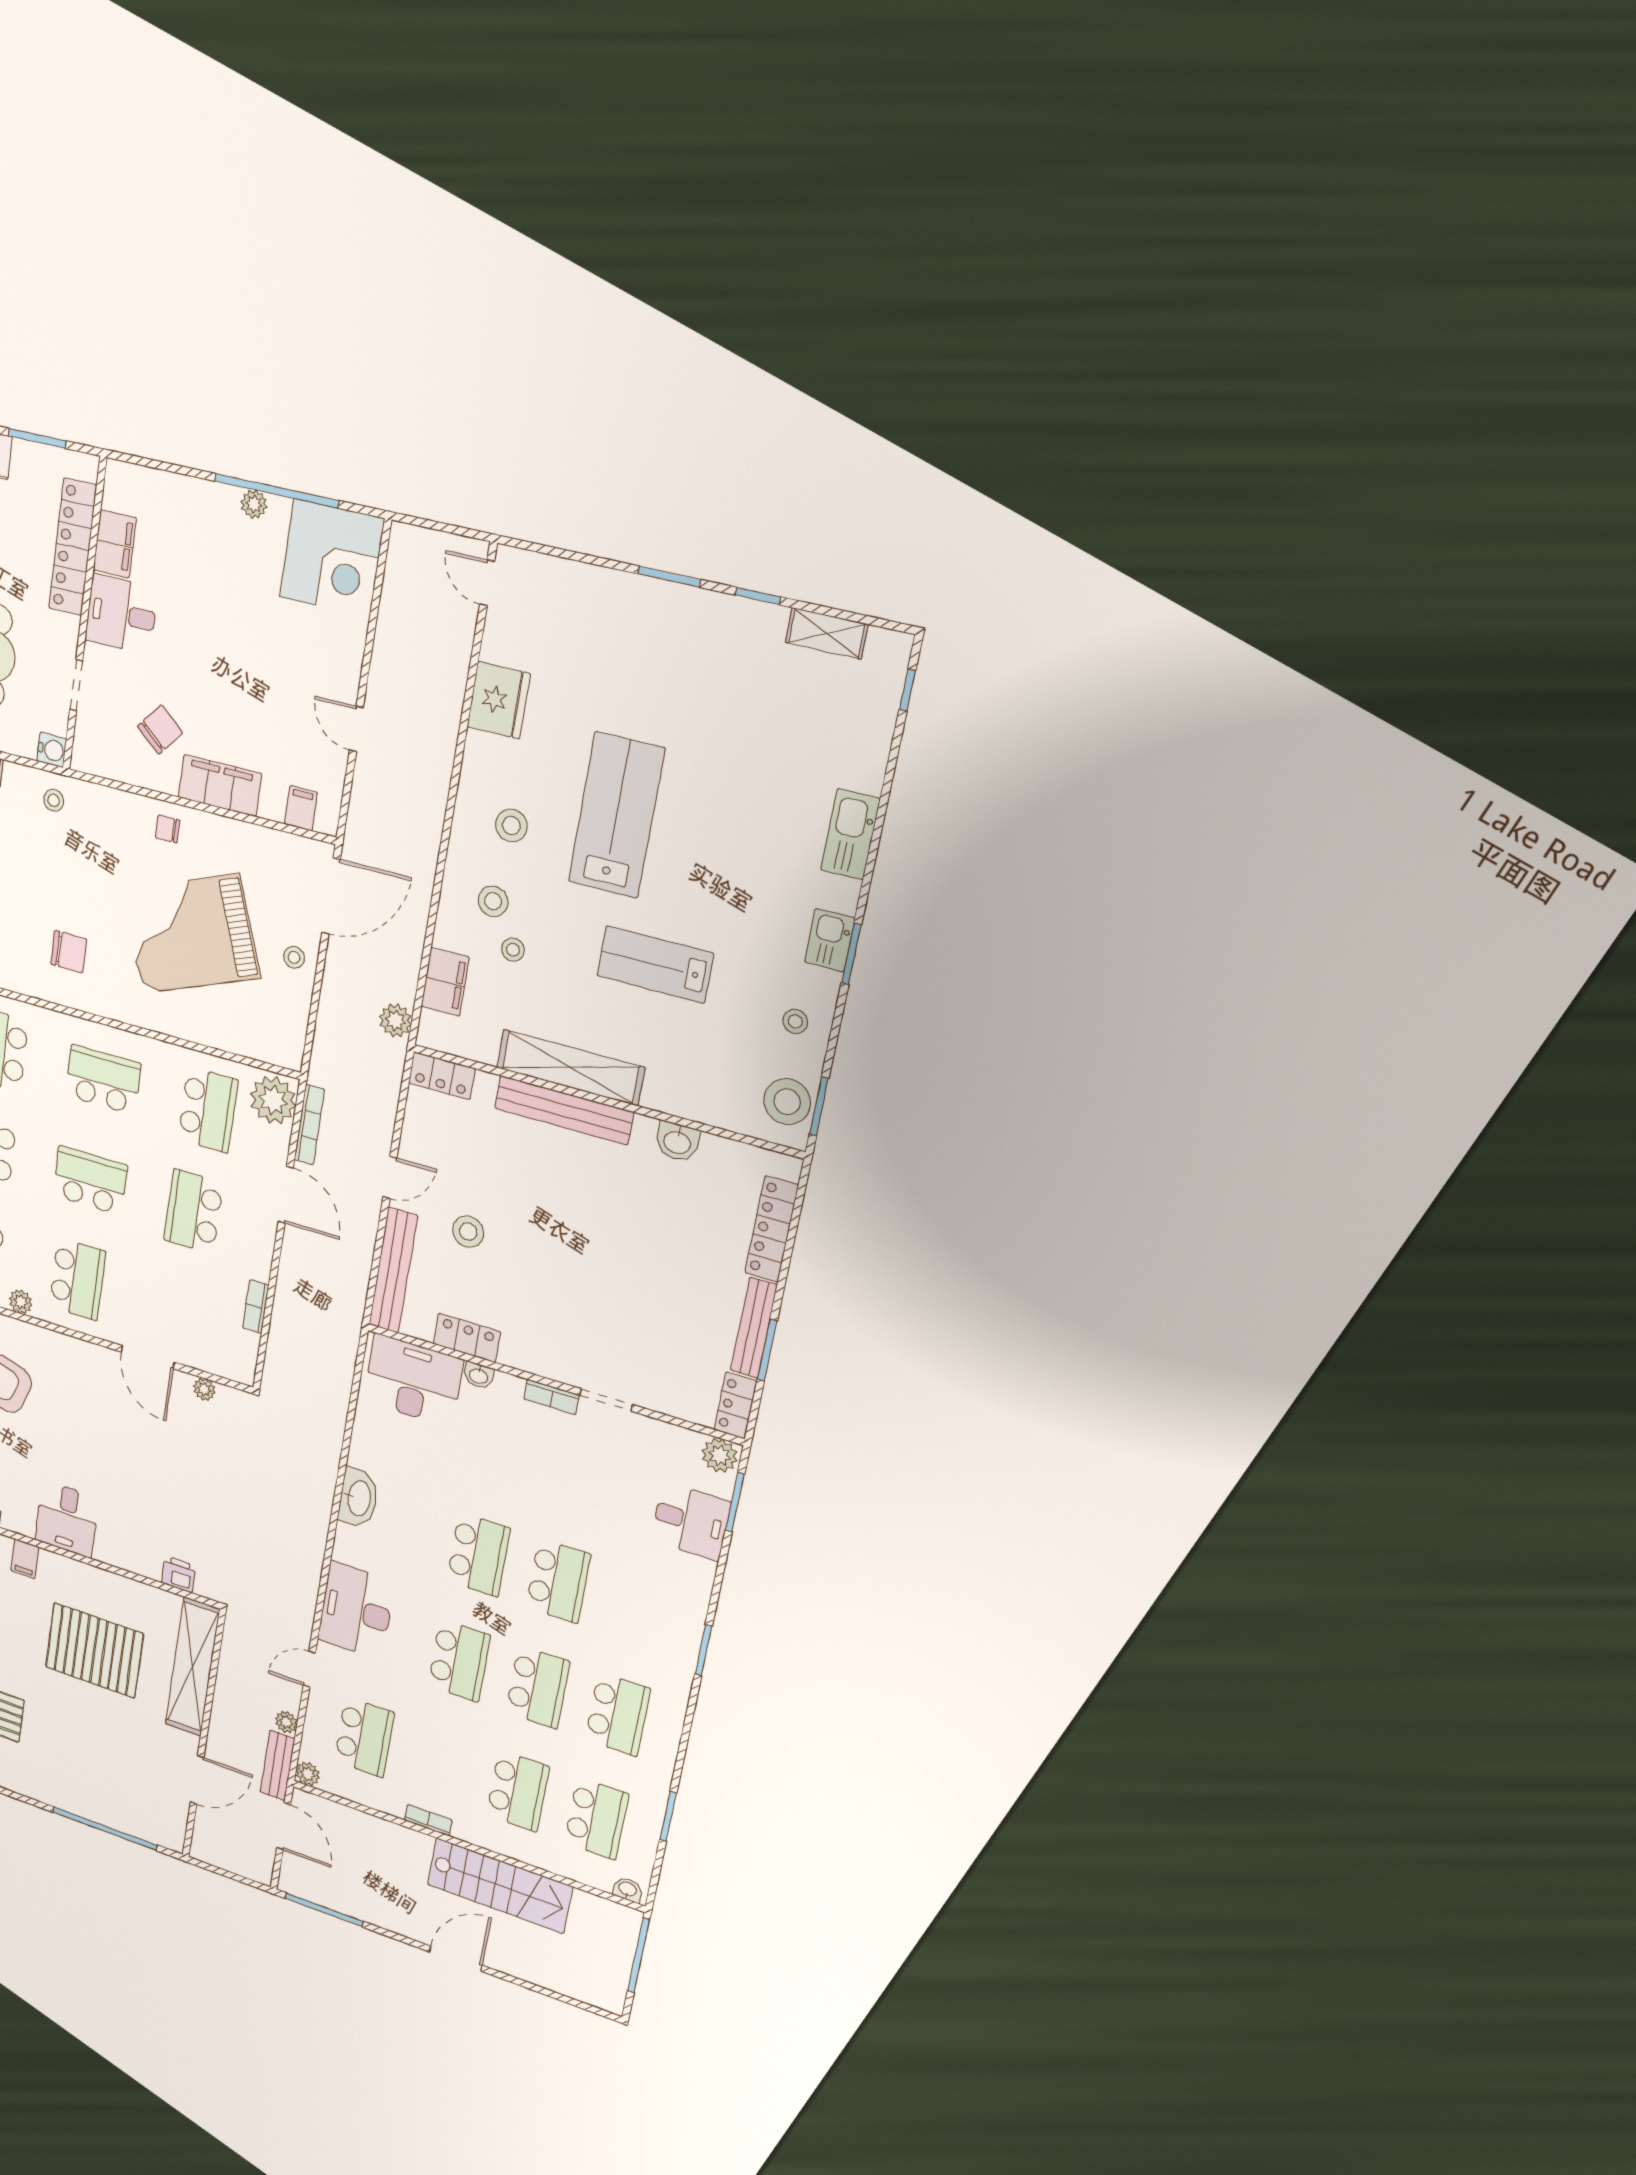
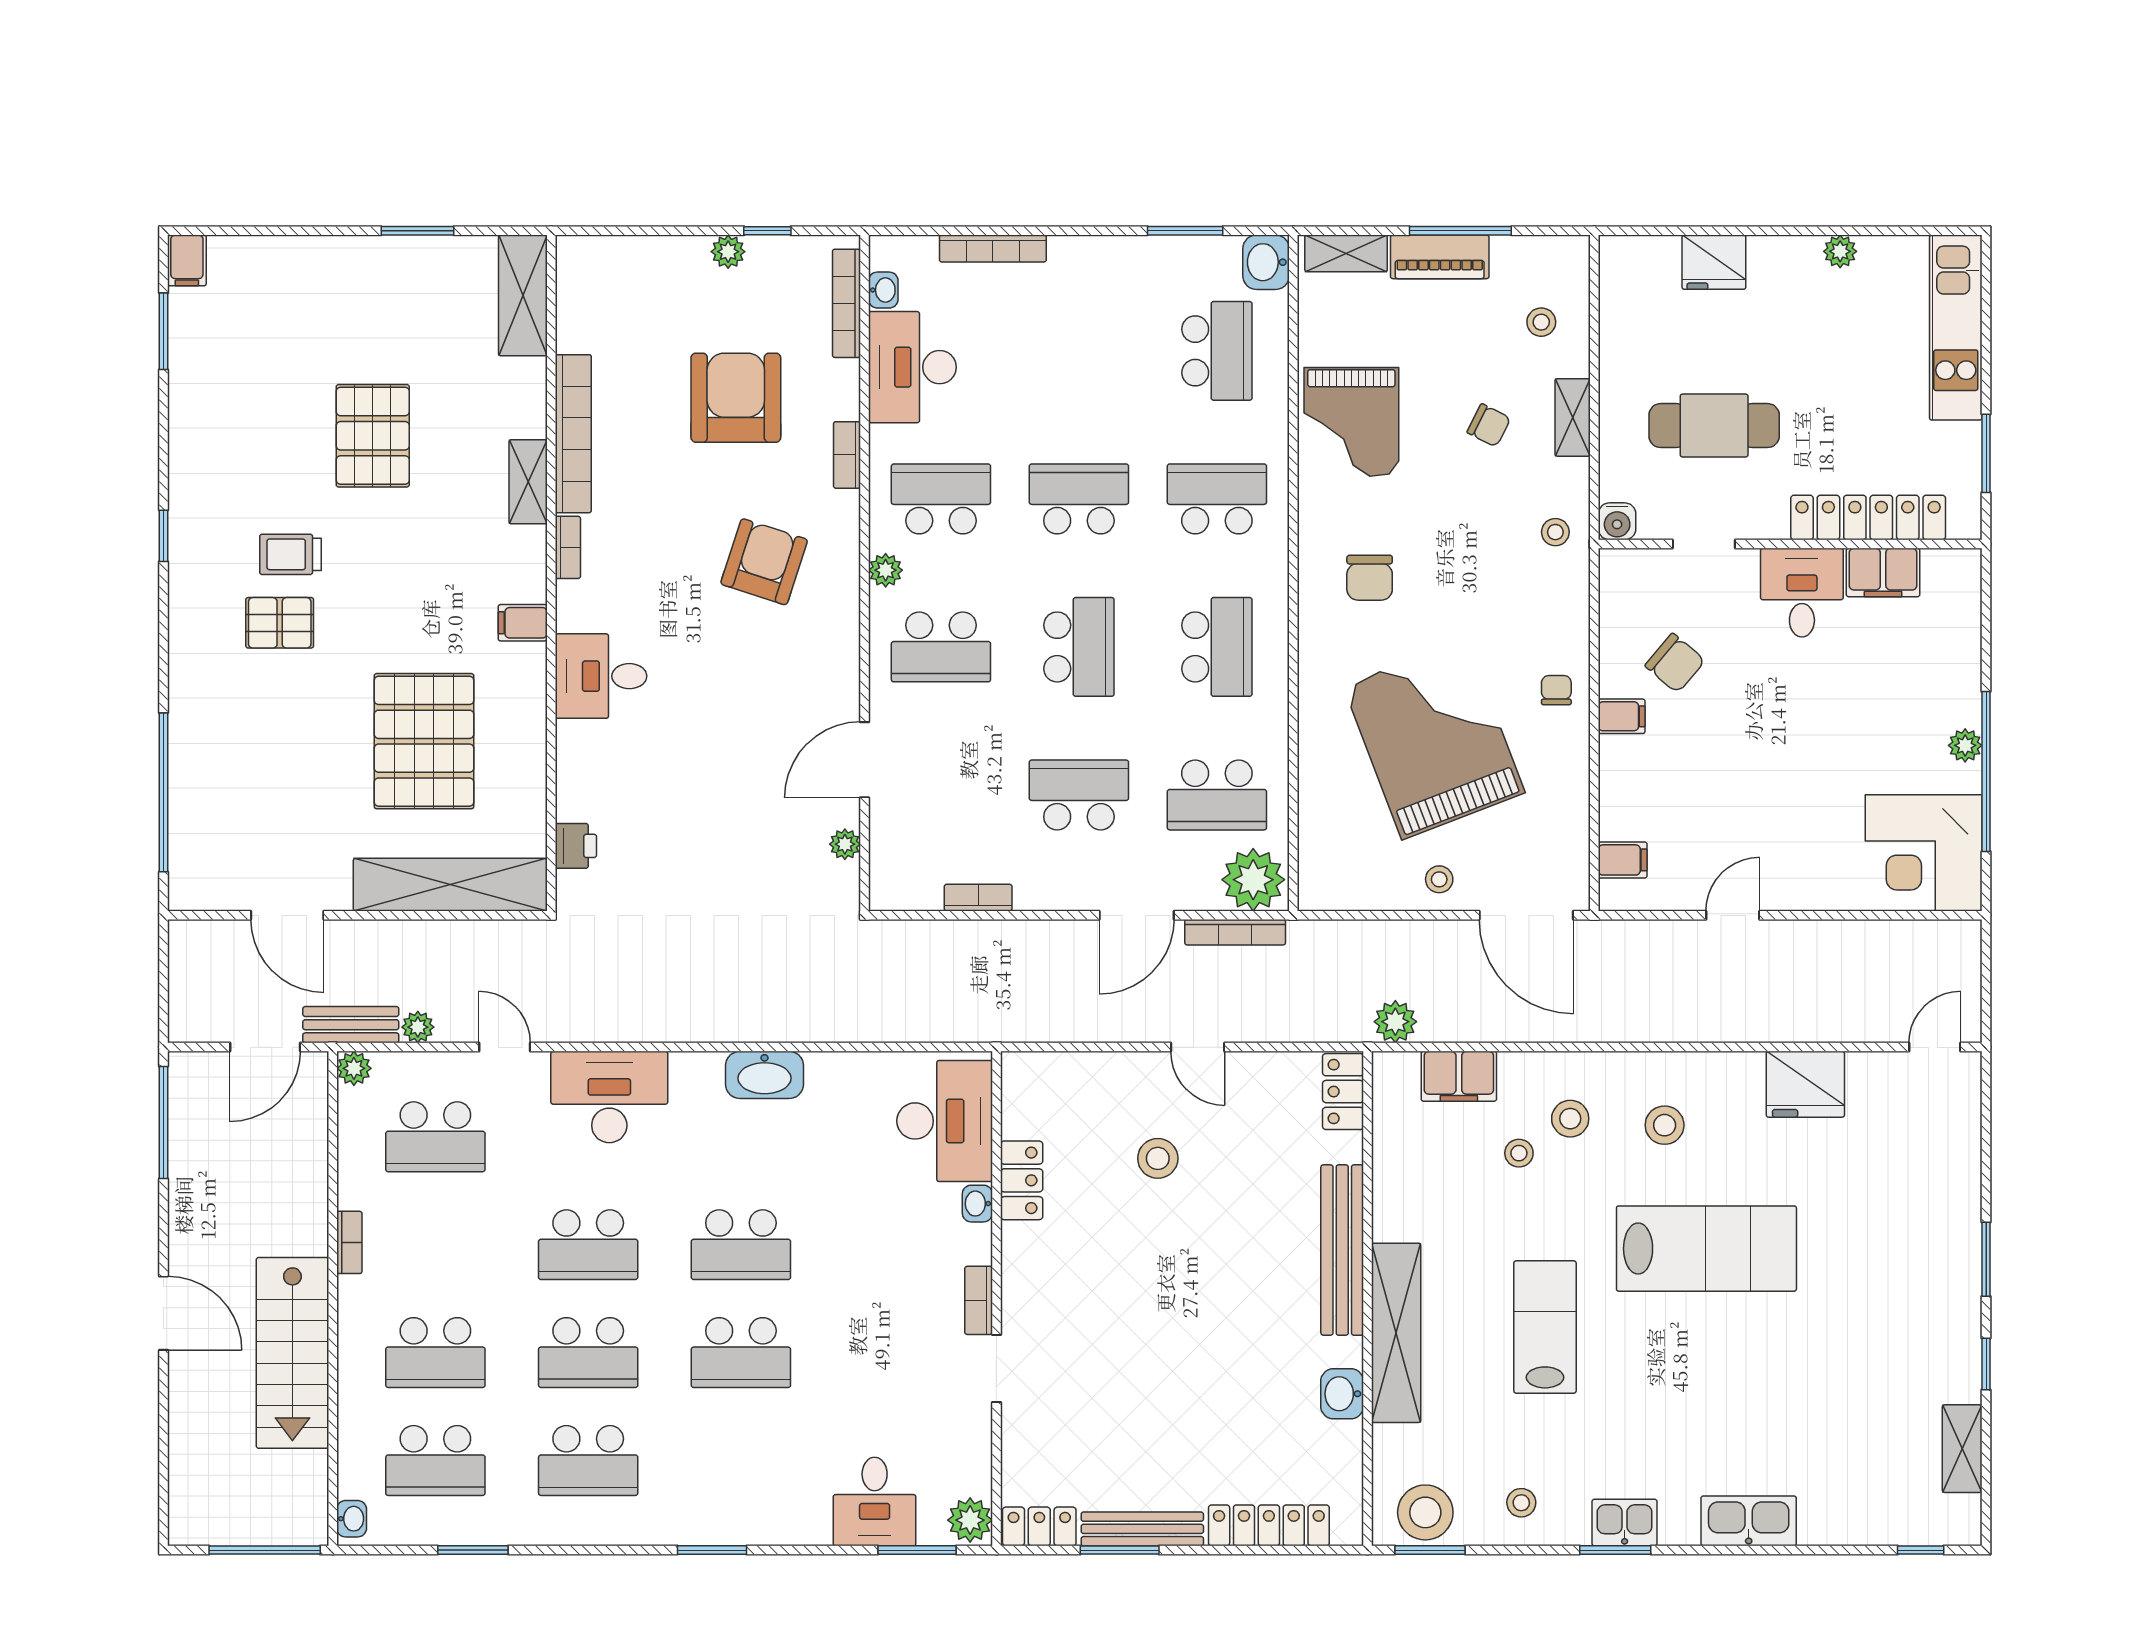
filing cabinet: (220, 785) -> (1622, 716), width x0.33, depth x0.86
shelving: (570, 1067) -> (1396, 1333), moved
bench: (393, 1270) -> (1080, 1071), removed

